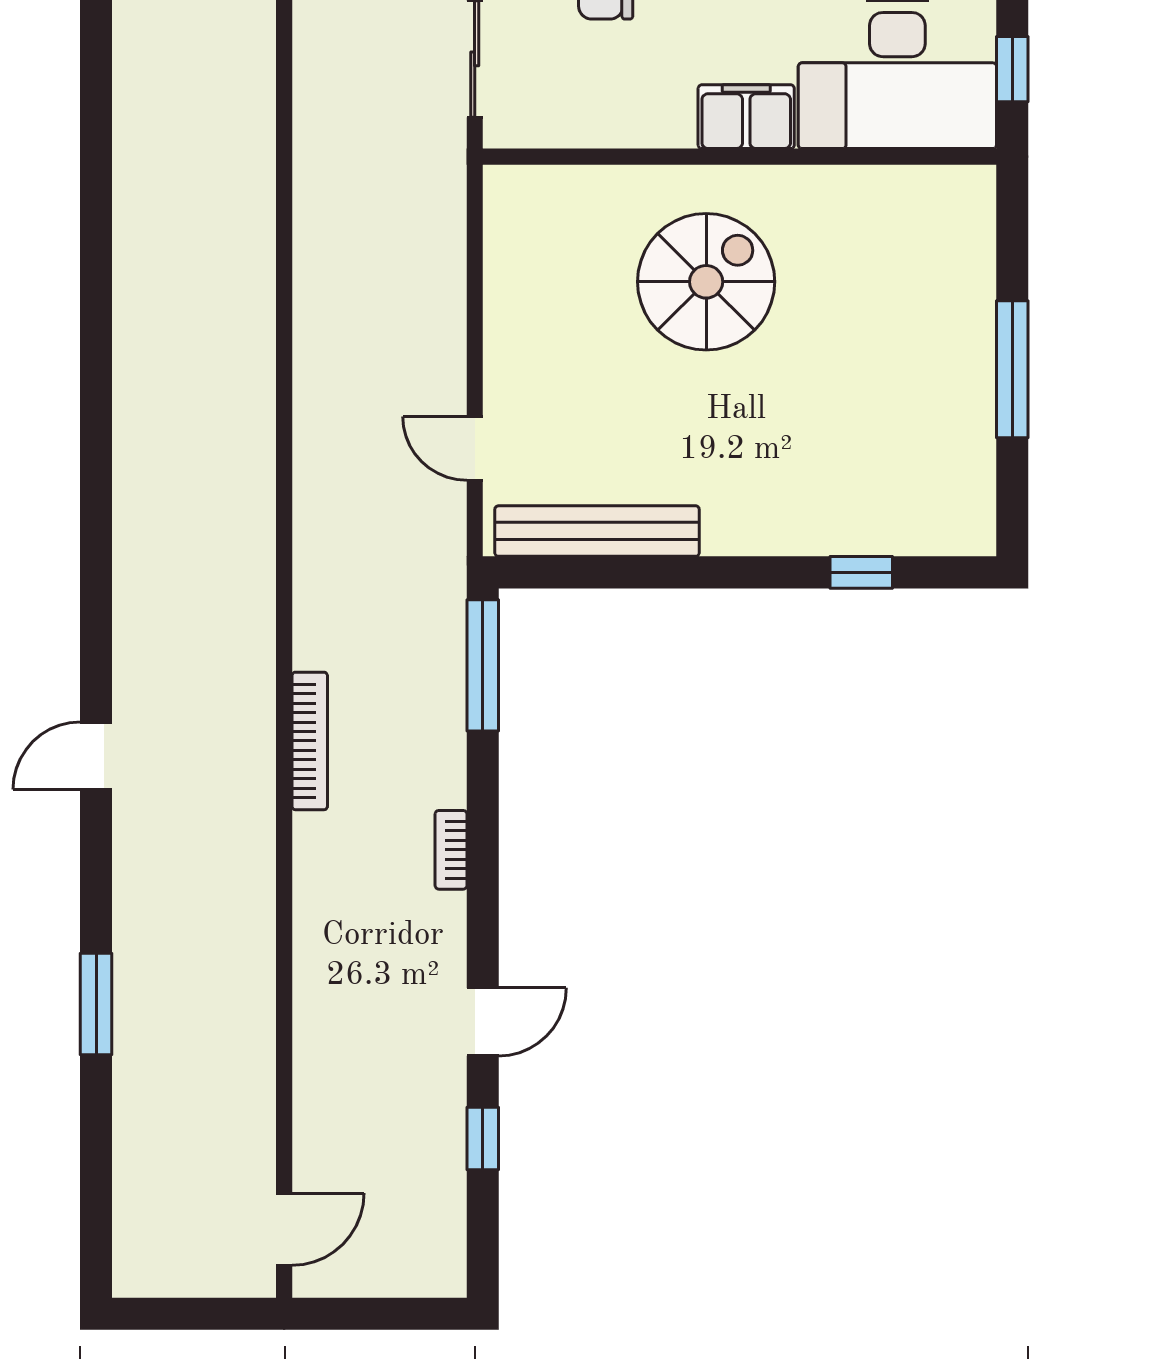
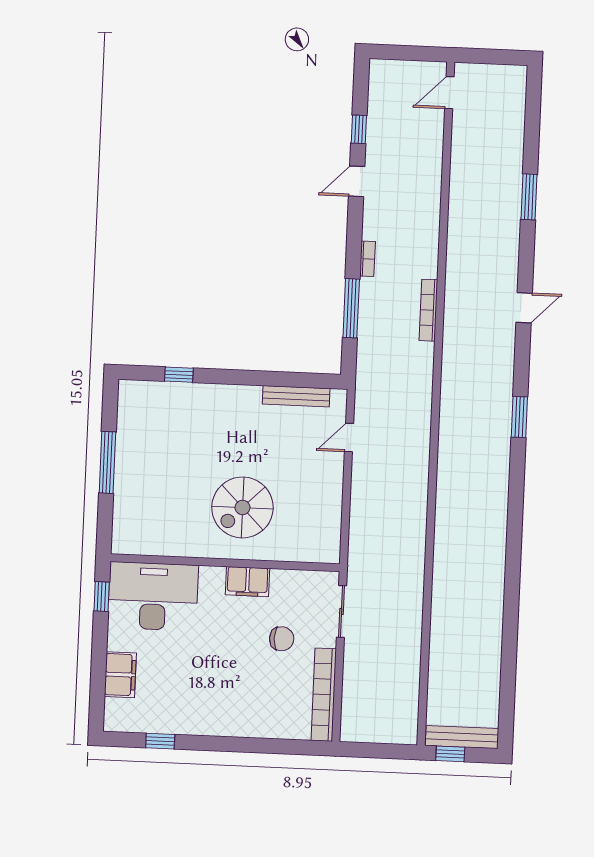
filing cabinet: (746, 117) -> (247, 582), moved
door: (475, 448) -> (349, 438), swing flipped
window: (96, 511) -> (519, 417), added
bench: (597, 531) -> (296, 396), width x0.73, depth x0.82
window: (483, 665) -> (351, 308), moved

